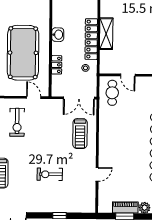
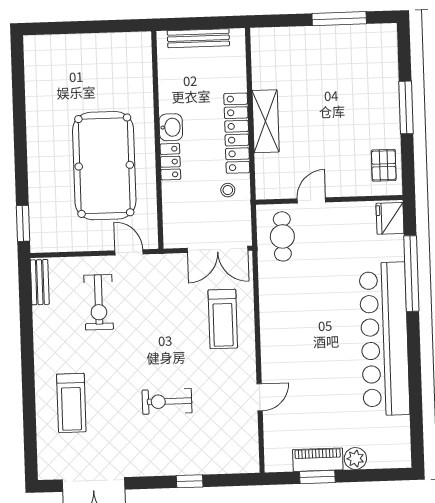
locker: (57, 65) -> (170, 162), moved
door: (128, 75) -> (311, 200), swing flipped

